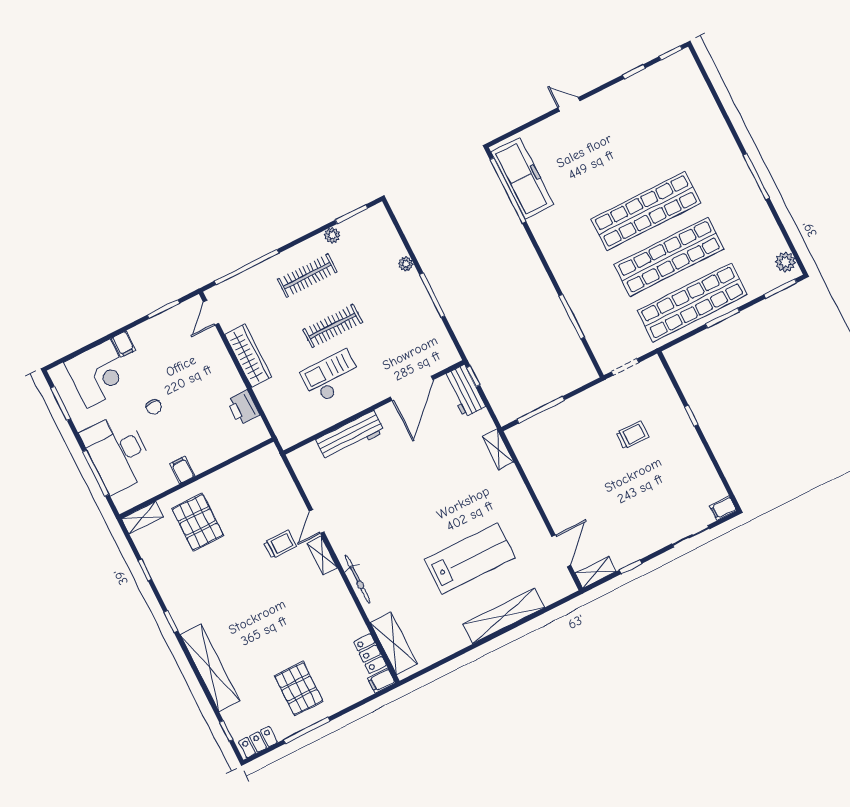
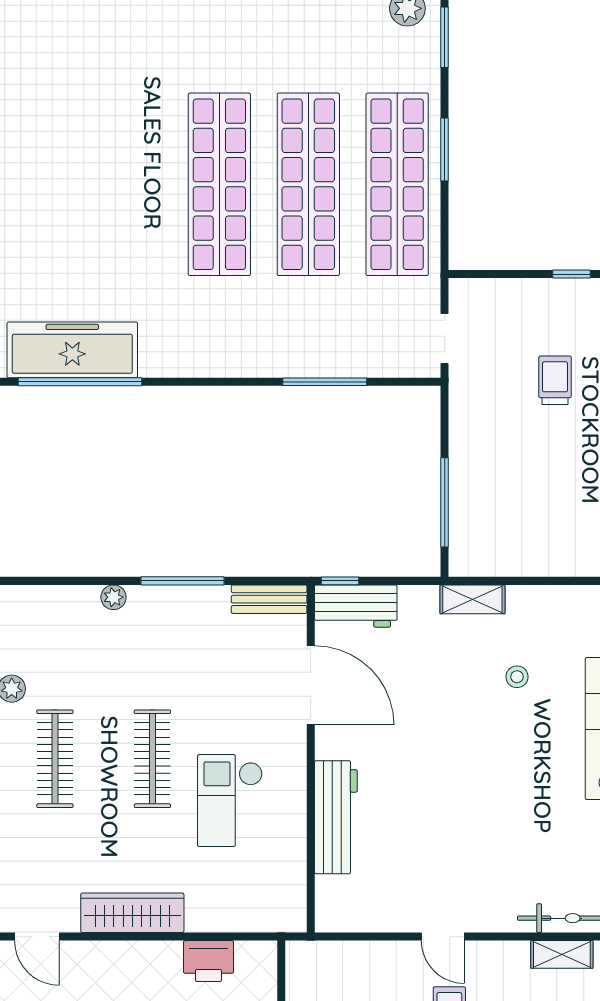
bench: (445, 344) -> (269, 599), added
stool: (470, 492) -> (517, 677), added
shelving: (322, 556) -> (562, 954), moved

